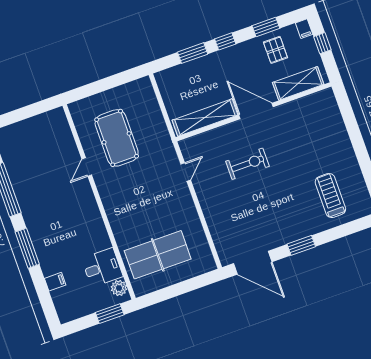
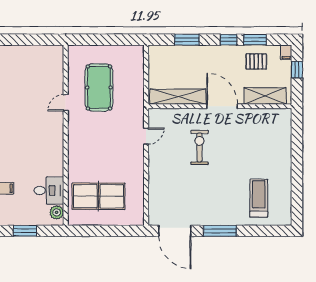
window: (225, 41) -> (229, 40), moved
pallet: (275, 50) -> (256, 61), turned 90
exercise bike: (247, 164) -> (200, 147), turned -90
window: (301, 245) -> (220, 231), width x1.44
window: (110, 314) -> (25, 231), moved

